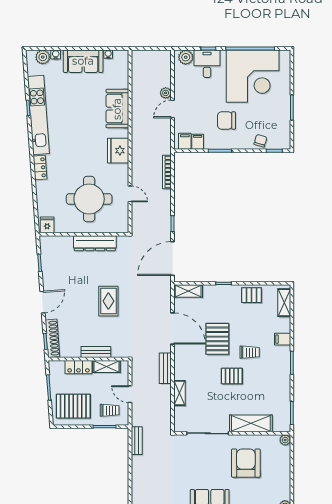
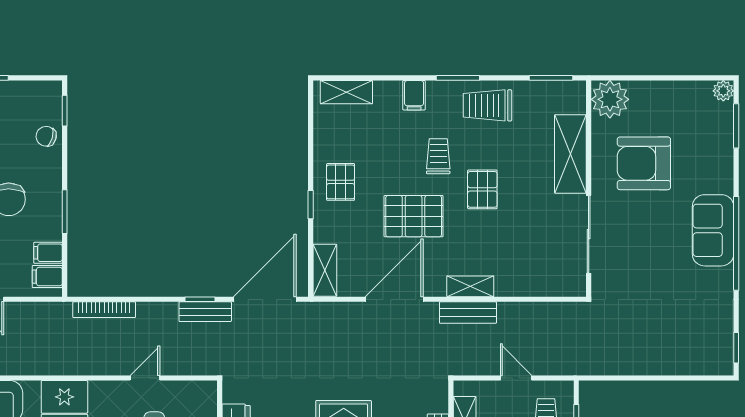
door: (173, 259) -> (265, 299), swing flipped
pallet: (252, 295) -> (341, 182), moved
trolley: (277, 379) -> (487, 105), added
shelving: (180, 393) -> (470, 286), moved
door: (130, 394) -> (516, 378), swing flipped
plant: (285, 440) -> (610, 99), width x1.88, depth x1.88
bench: (137, 441) -> (205, 312), moved

